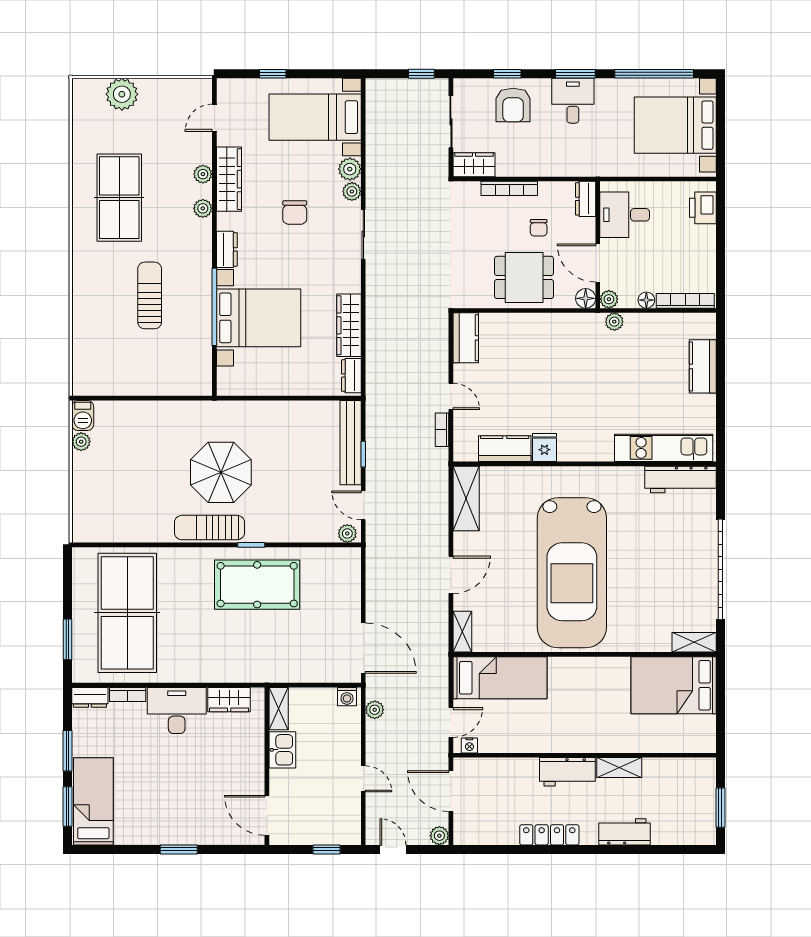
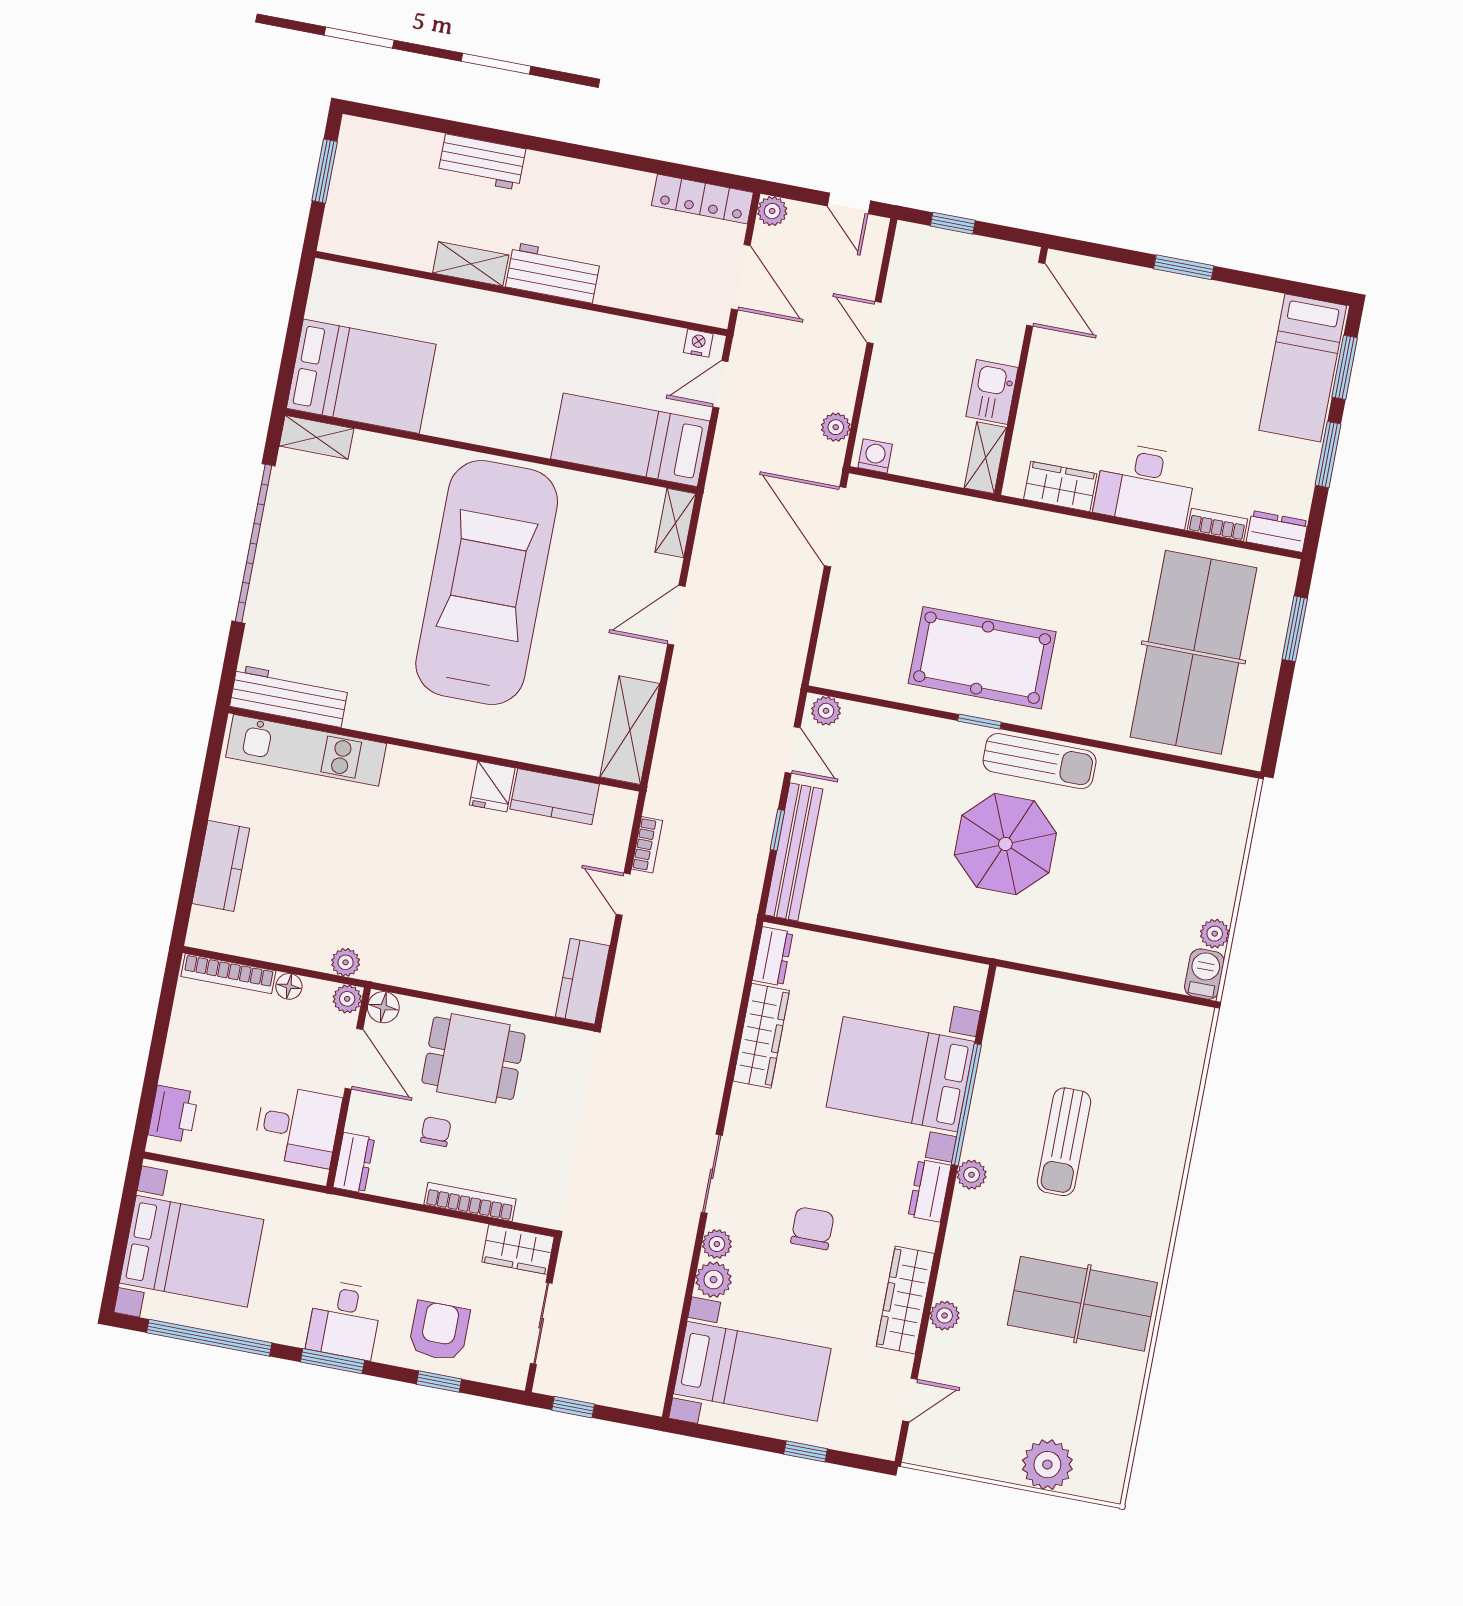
table tennis table: (119, 198) -> (1082, 1304), turned 90
plant: (203, 208) -> (972, 1175), moved
locker: (549, 835) -> (702, 199), moved

